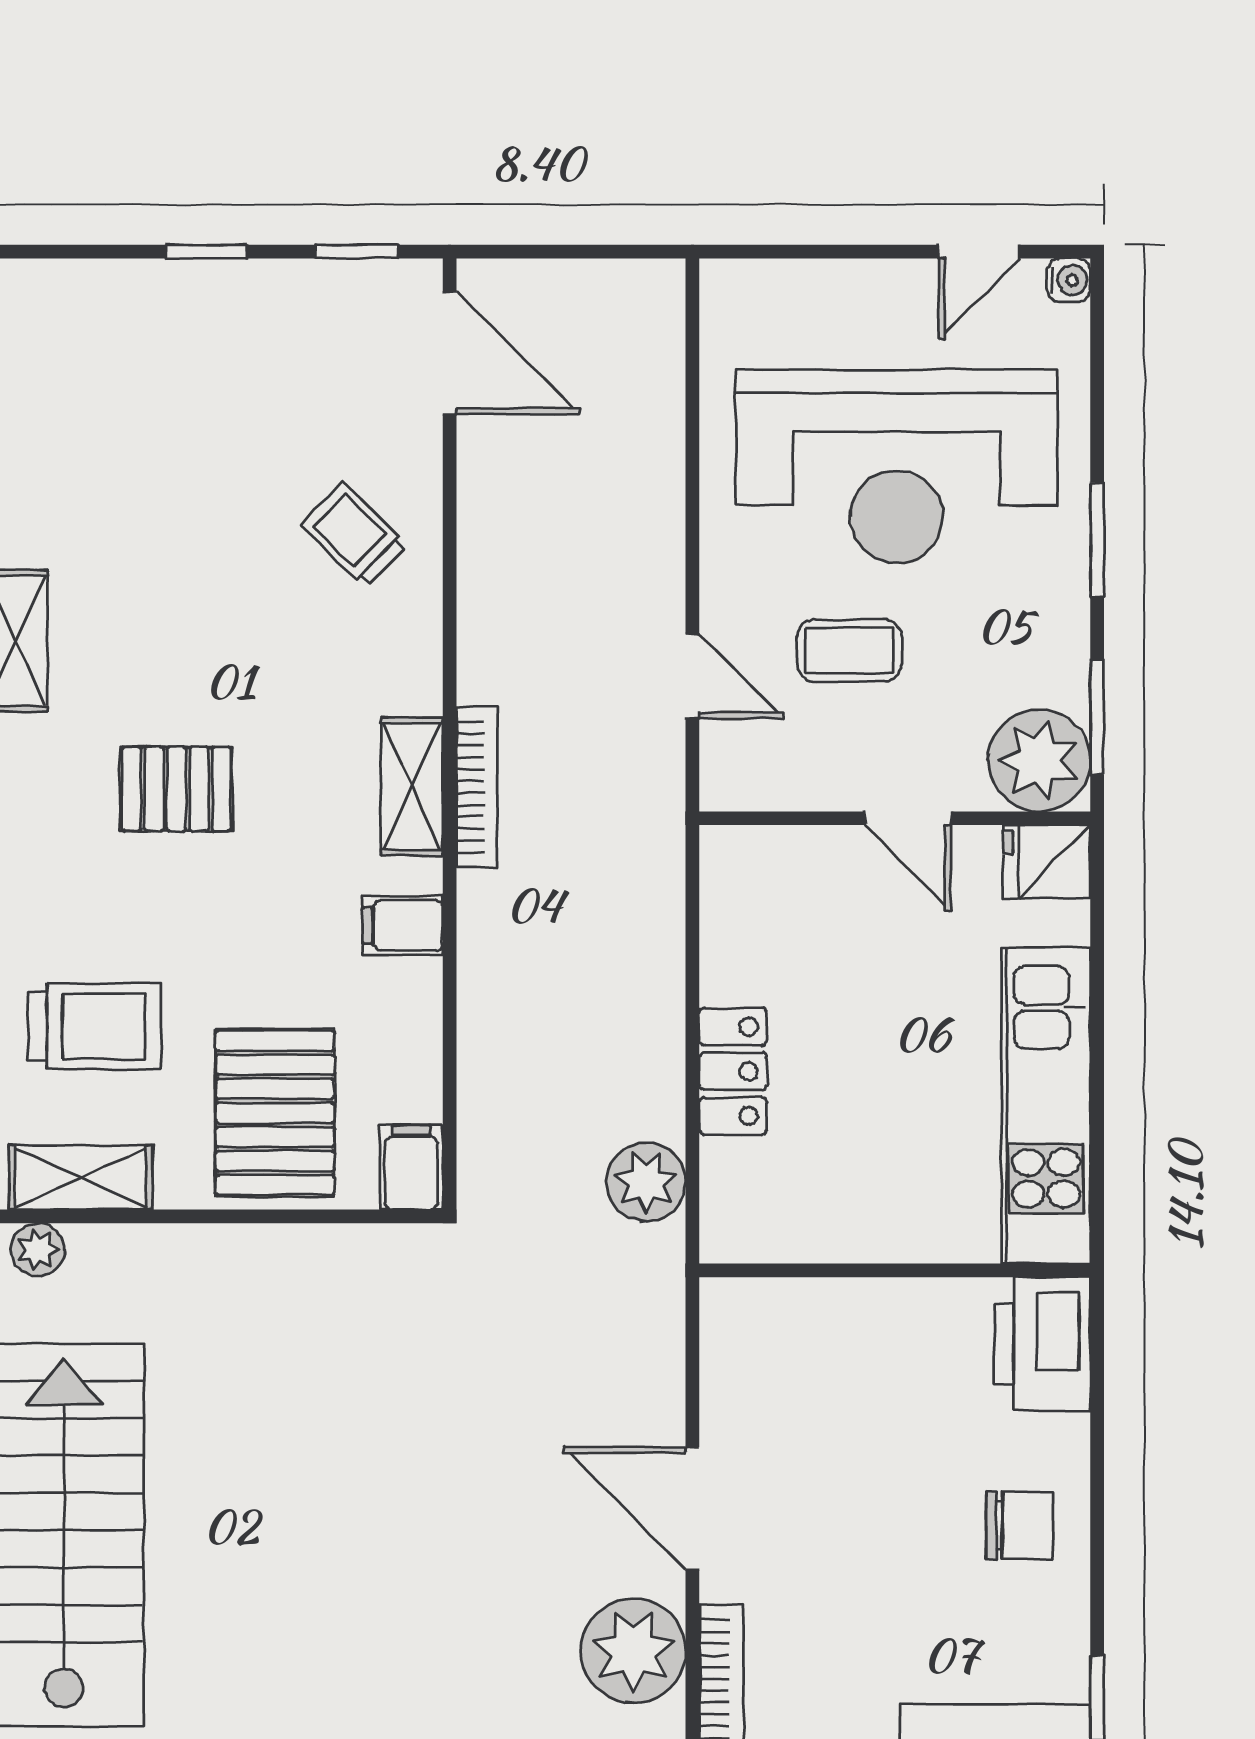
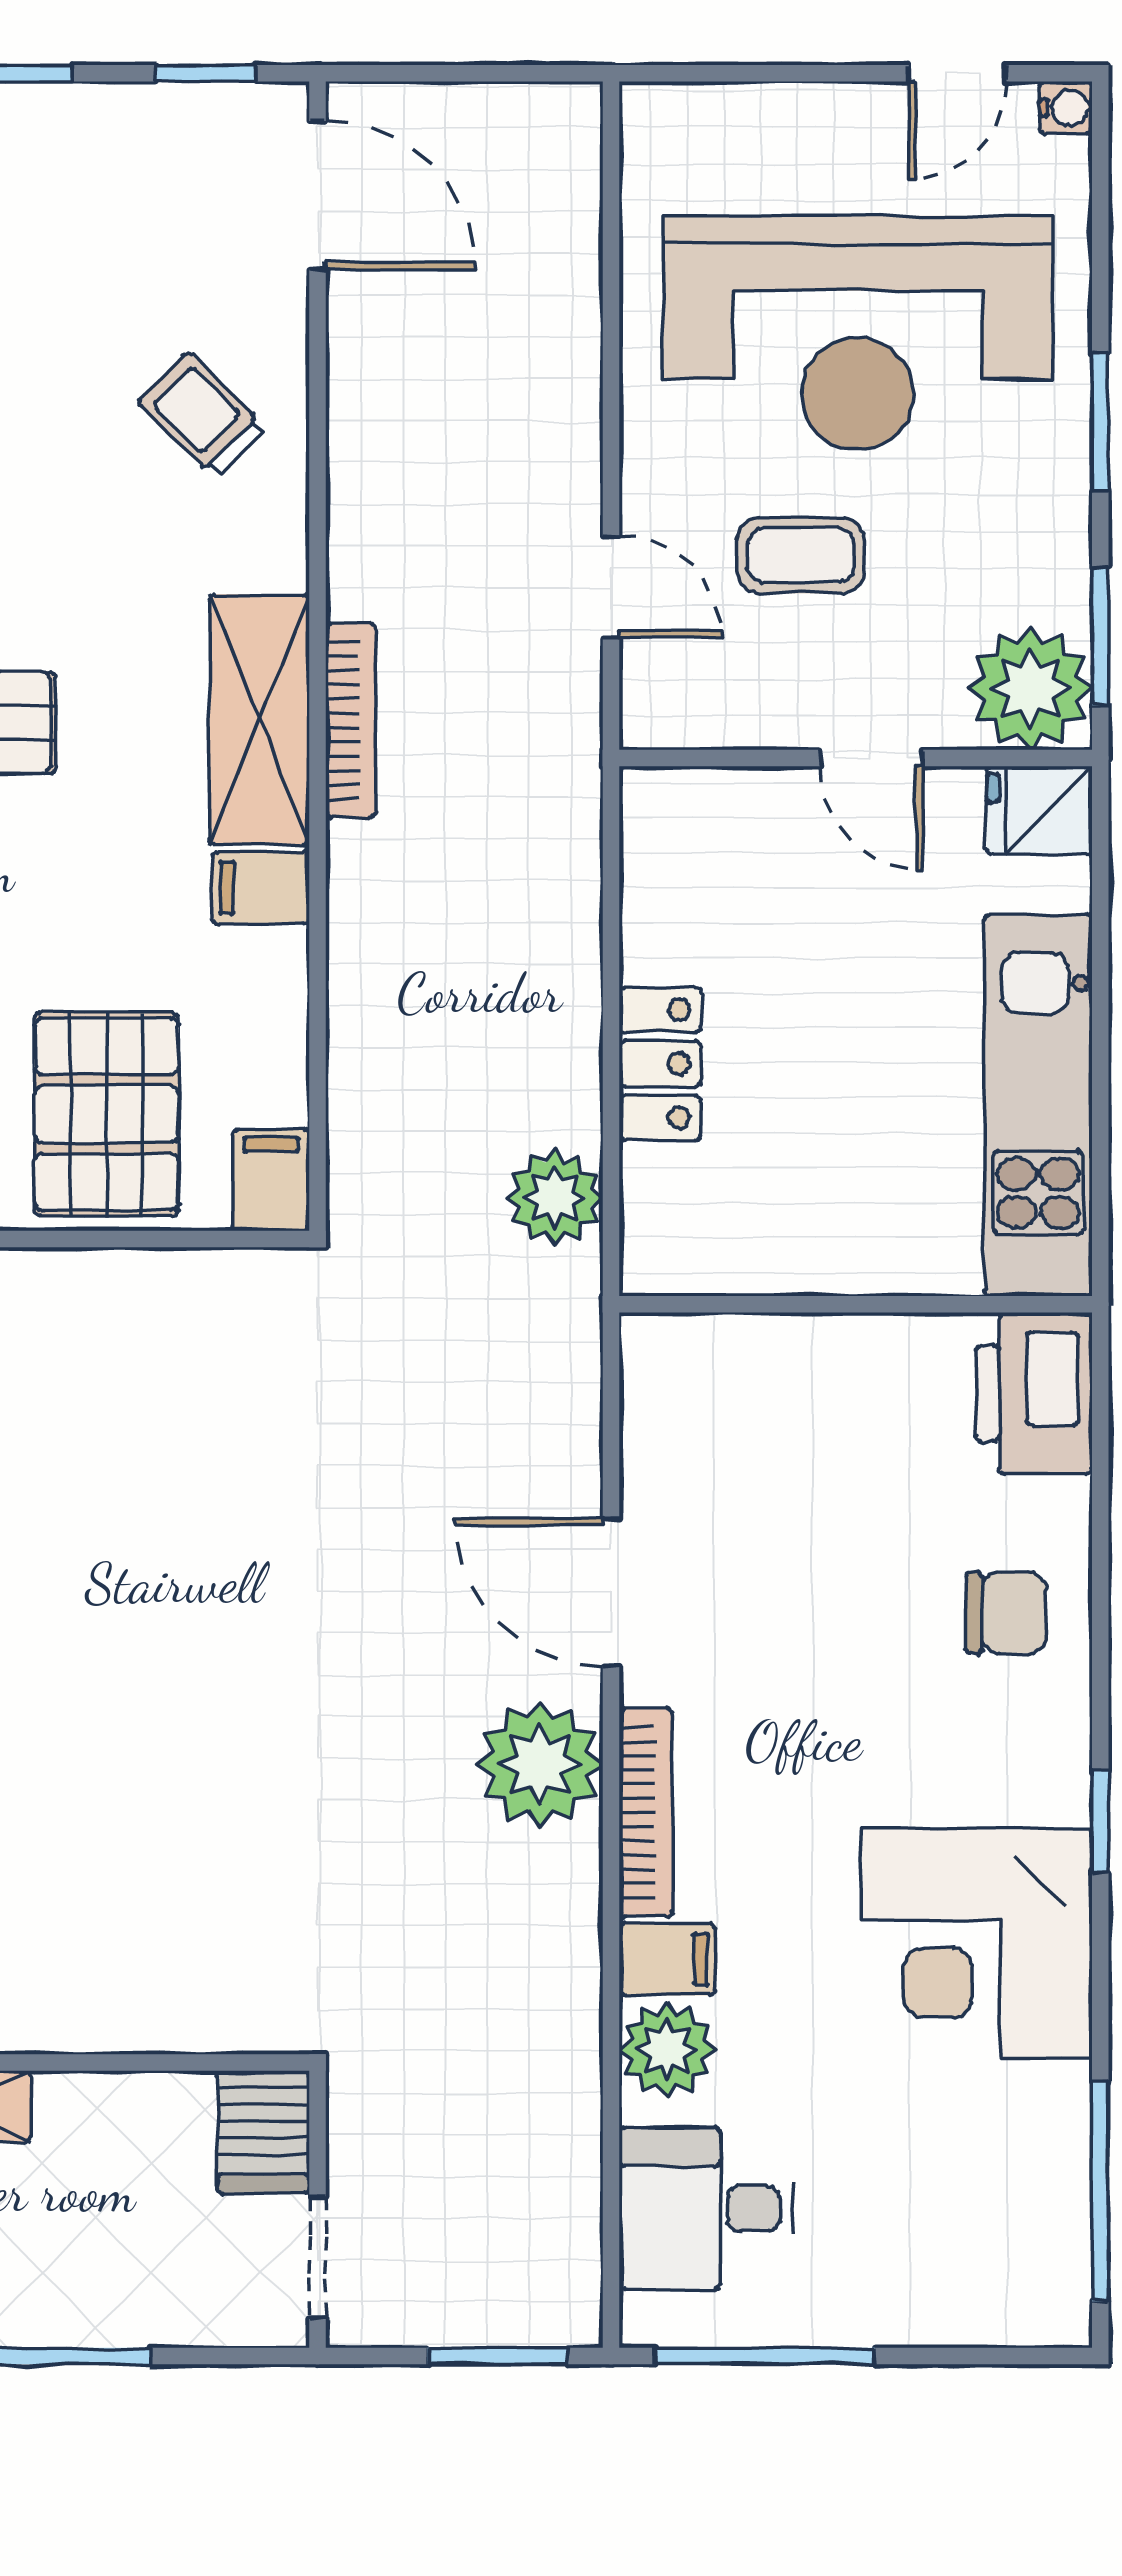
shelving: (412, 786) -> (259, 720), width x1.50, depth x1.33

